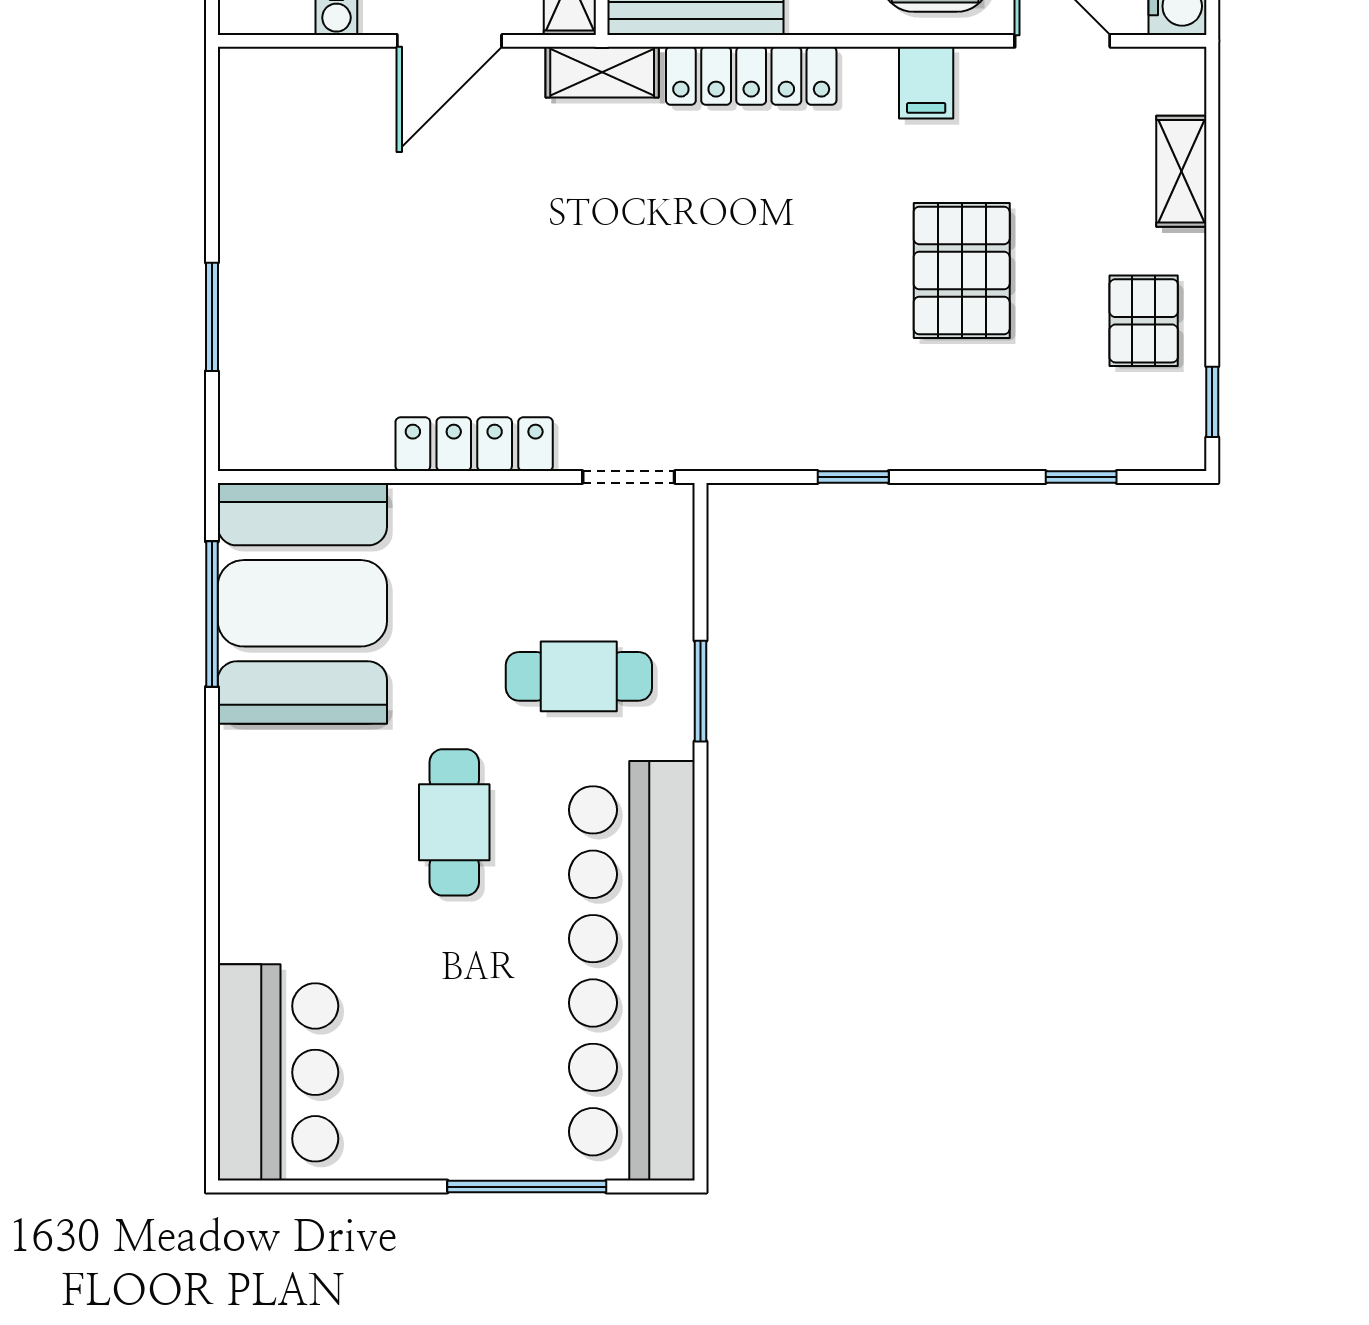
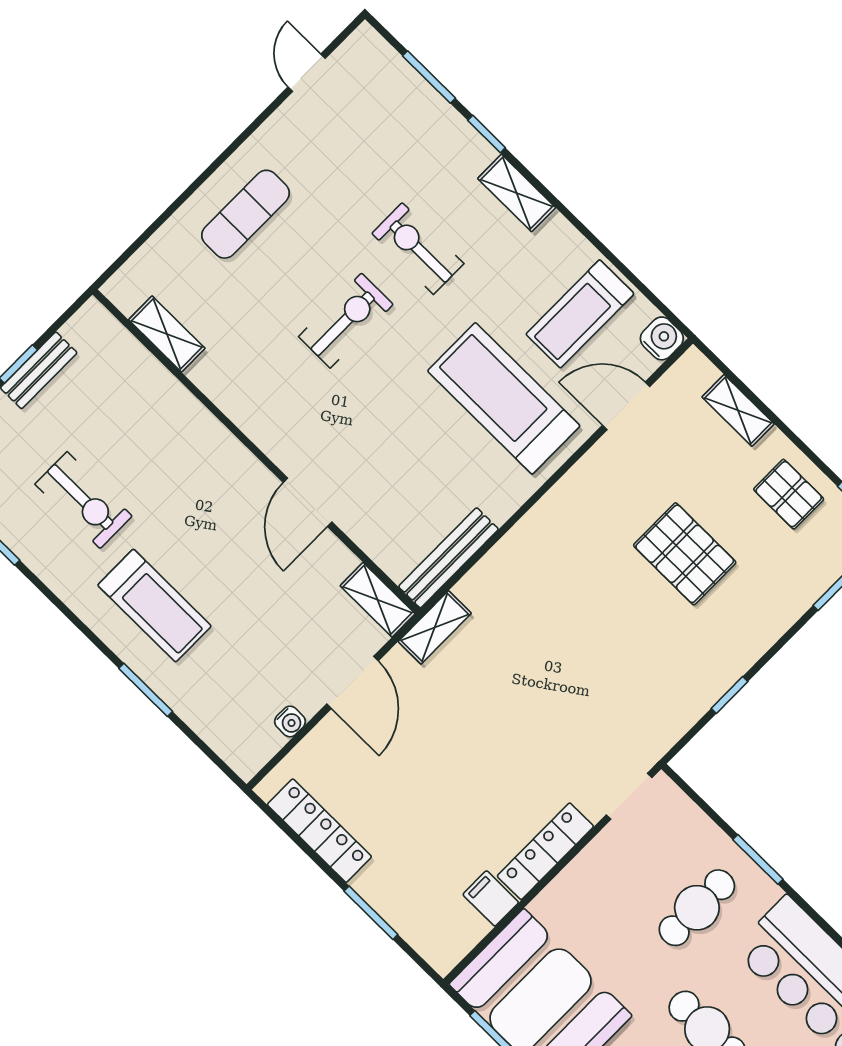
locker: (751, 76) -> (319, 831), moved, turned -90
filing cabinet: (926, 83) -> (491, 898), moved, turned 180

